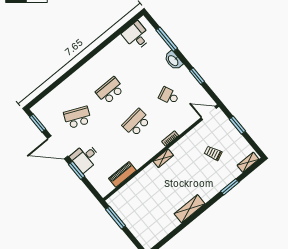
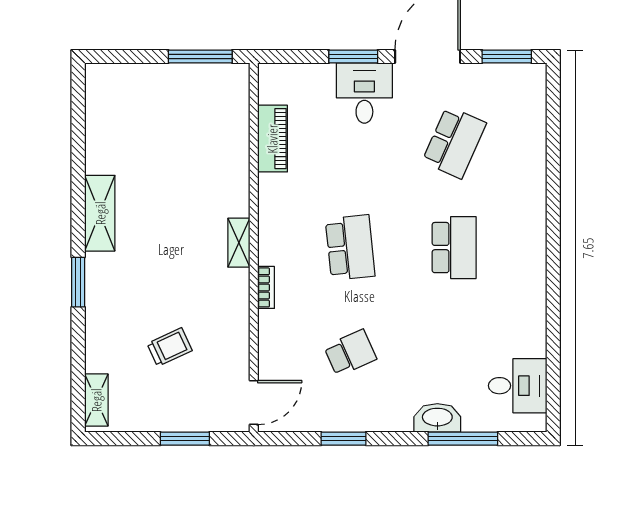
washbasin: (173, 60) -> (437, 418), moved
window: (230, 187) -> (78, 282), moved

